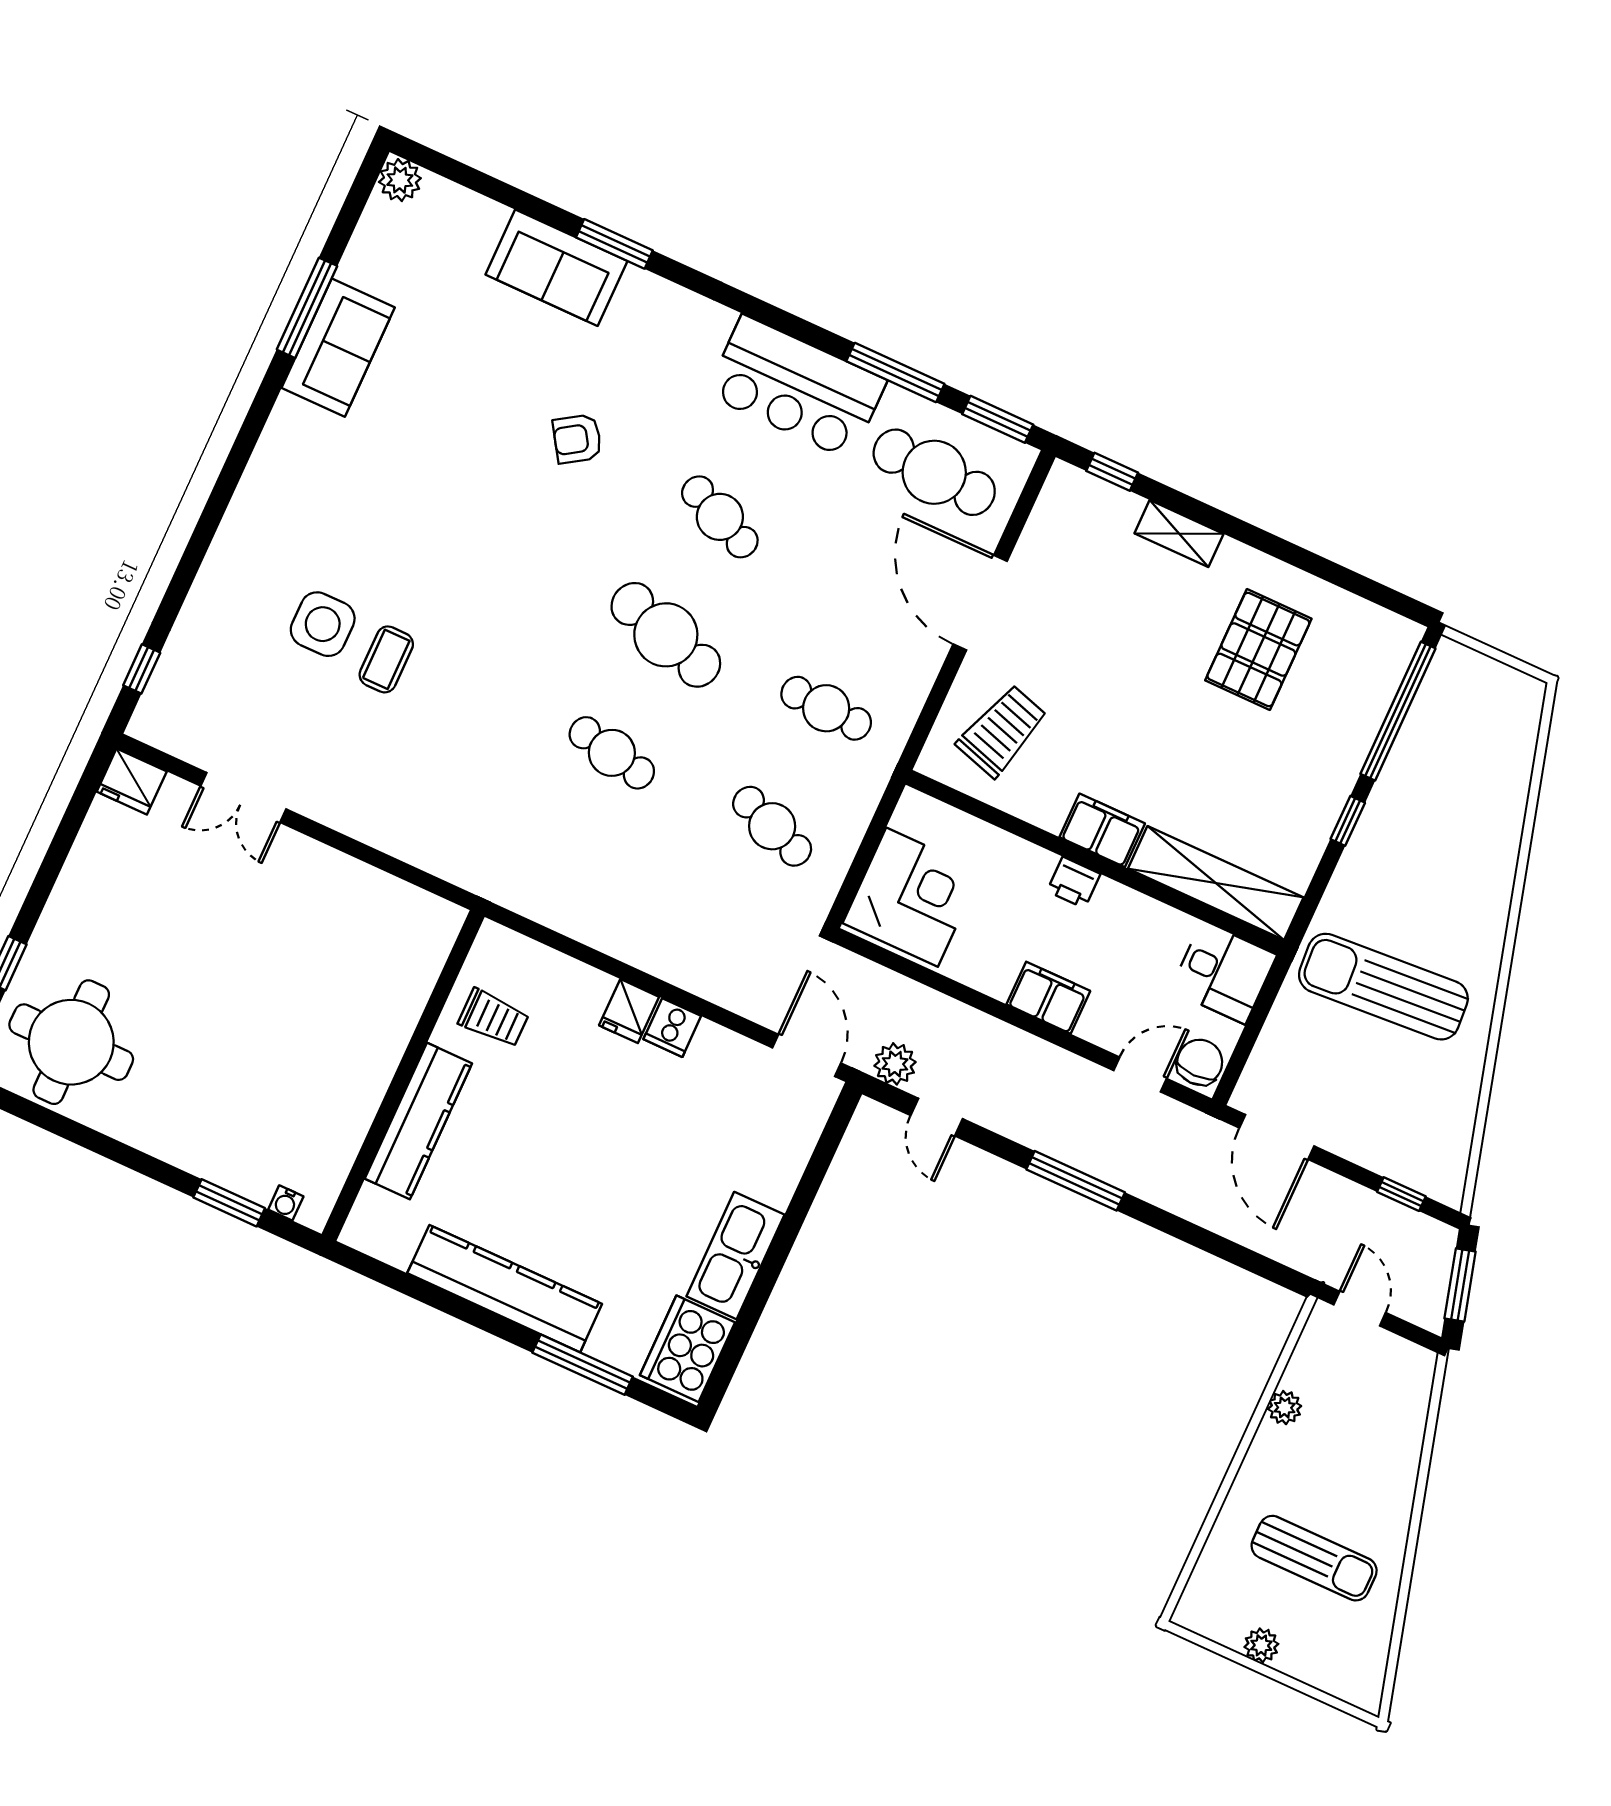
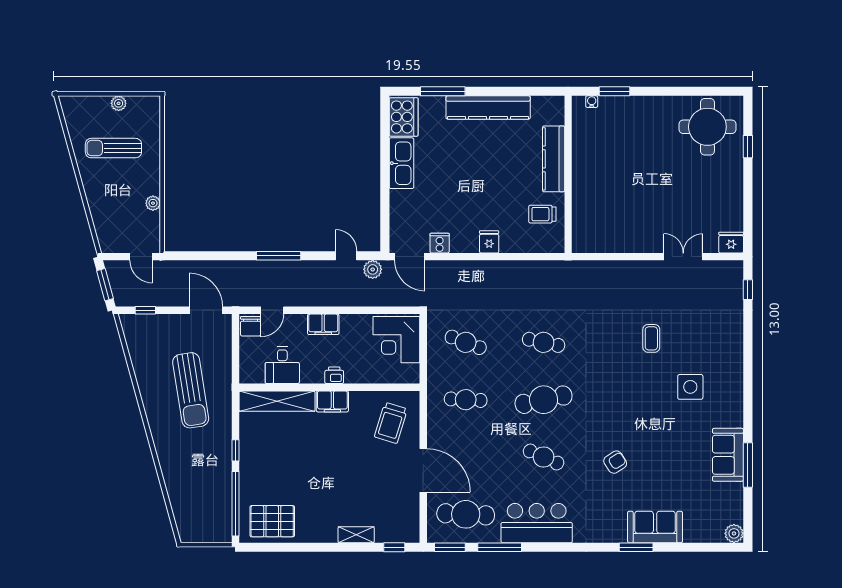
side table: (323, 624) -> (690, 387), moved
cafe table: (666, 635) -> (544, 400), turned -30
pallet: (1258, 650) -> (272, 521), moved, turned 90
desk: (1224, 973) -> (282, 365), moved, turned -90
sun lounger: (1383, 987) -> (191, 390), turned 85
cooker: (672, 1028) -> (440, 243), moved

